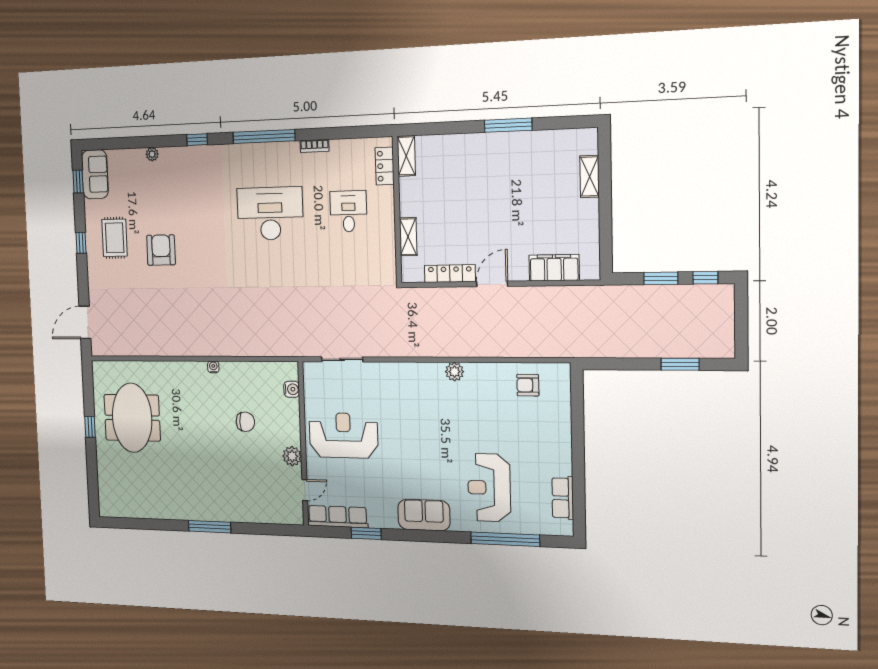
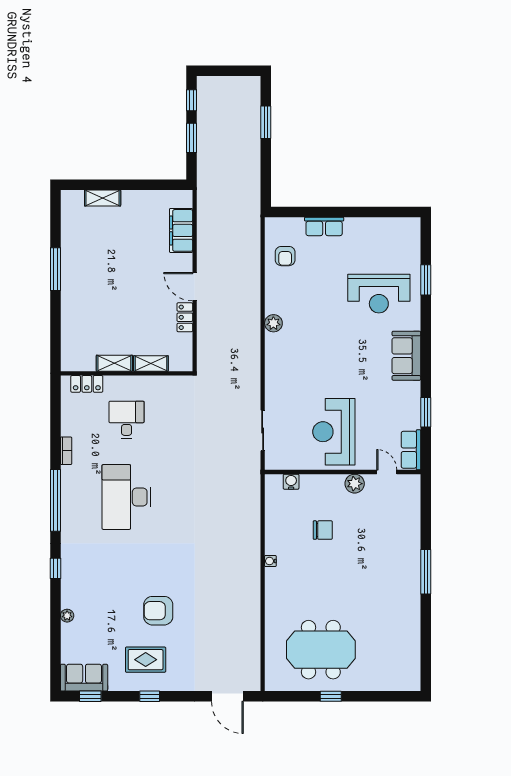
shelving: (406, 156) -> (114, 363), moved
desk: (348, 211) -> (127, 420), turned 90
locker: (450, 274) -> (185, 317), width x0.66
chair: (245, 422) -> (323, 530), turned 90
row of seats: (563, 498) -> (324, 226), moved
row of seats: (338, 517) -> (411, 450), width x0.68
window: (505, 539) -> (426, 280), width x0.47

